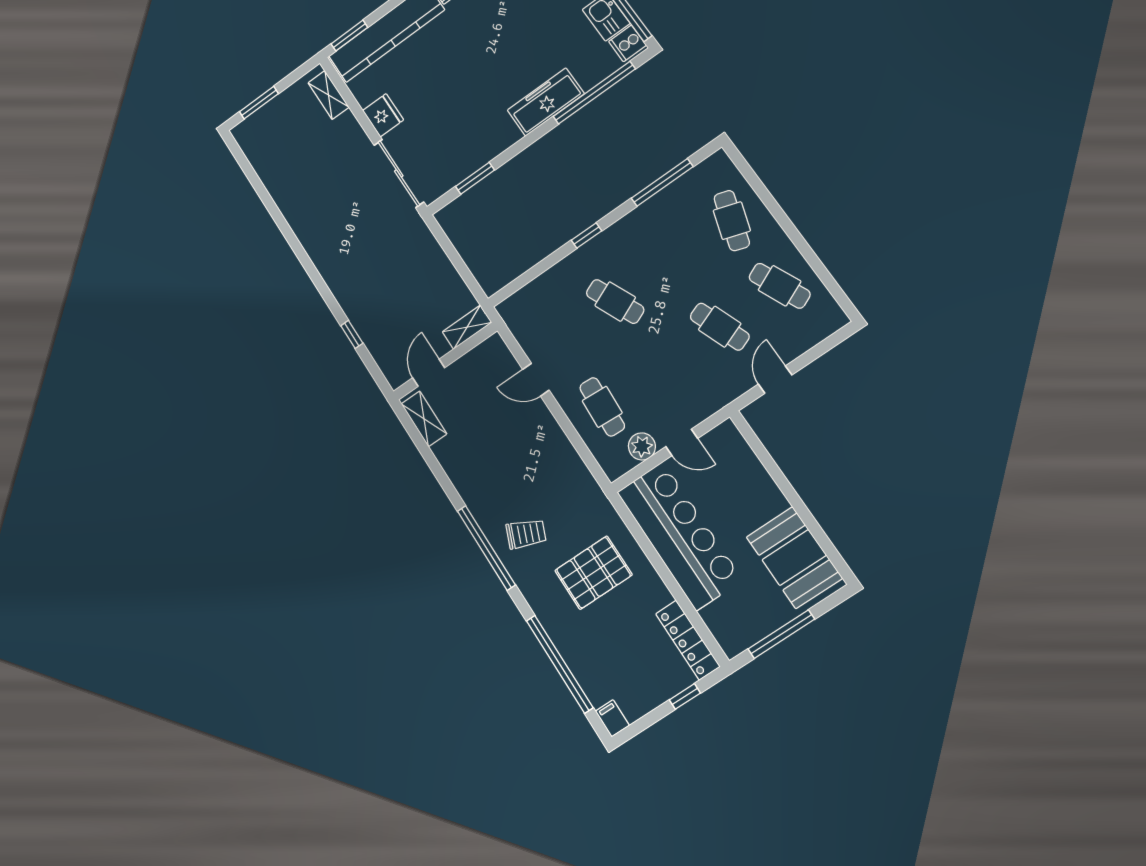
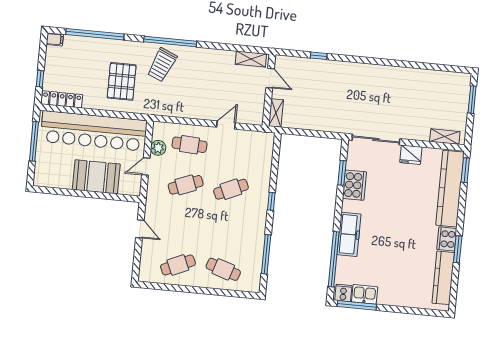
cooker: (477, 150) -> (354, 185), added
cafe table: (720, 327) -> (186, 185), moved
trolley: (526, 534) -> (162, 65), width x1.36, depth x1.39
bar counter: (679, 536) -> (94, 131), width x1.36
booth: (794, 557) -> (96, 177), moved

